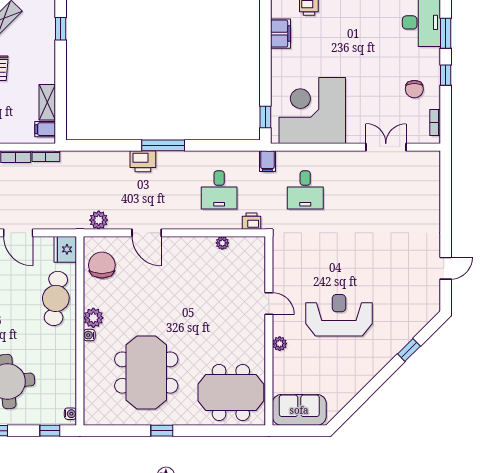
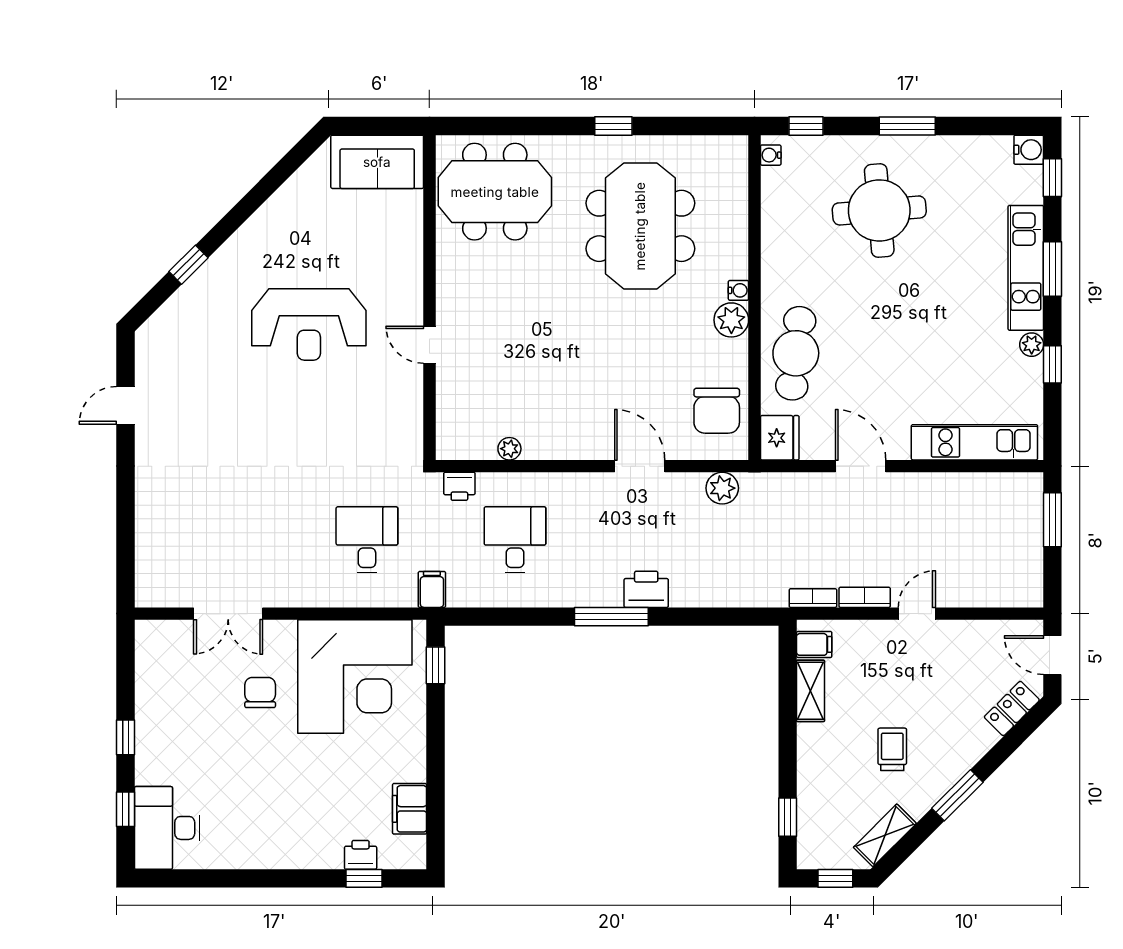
window: (446, 33) -> (126, 809), width x0.67
chair: (414, 89) -> (260, 693), moved
bookcase: (435, 122) -> (144, 656), removed
plant: (280, 344) -> (411, 276), removed

